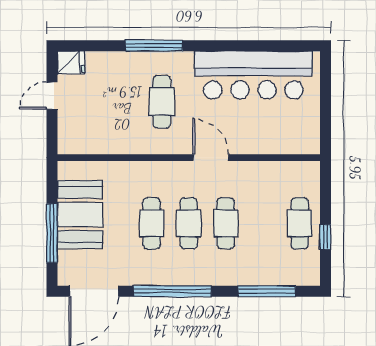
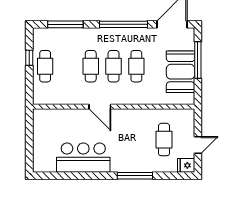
bar counter: (253, 75) -> (83, 158), width x0.73
cafe table: (162, 102) -> (164, 140), moved

